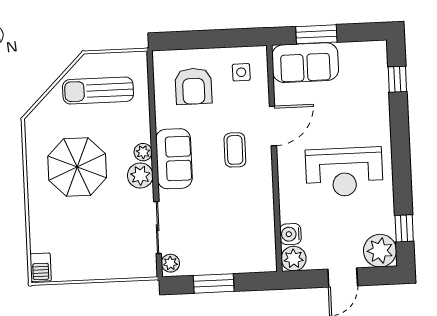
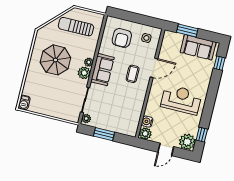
sofa: (305, 63) -> (198, 47), moved
reception desk: (344, 172) -> (181, 100), turned 180

